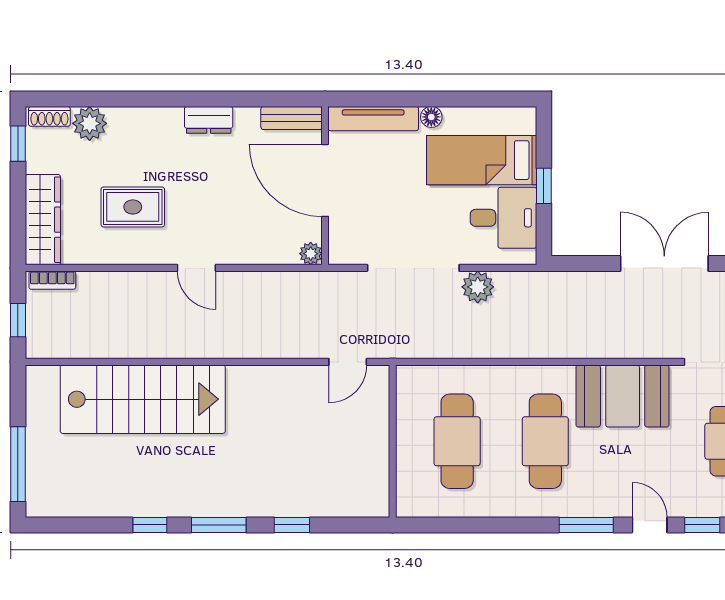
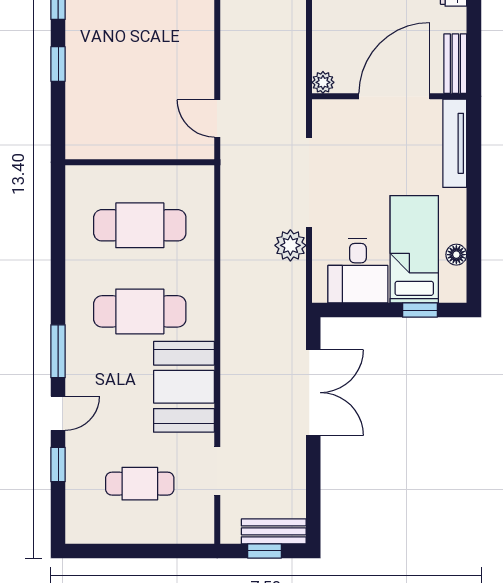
floor lamp: (431, 117) -> (456, 255), moved
window: (544, 186) -> (420, 310), moved
double door: (664, 263) -> (313, 393), moved

